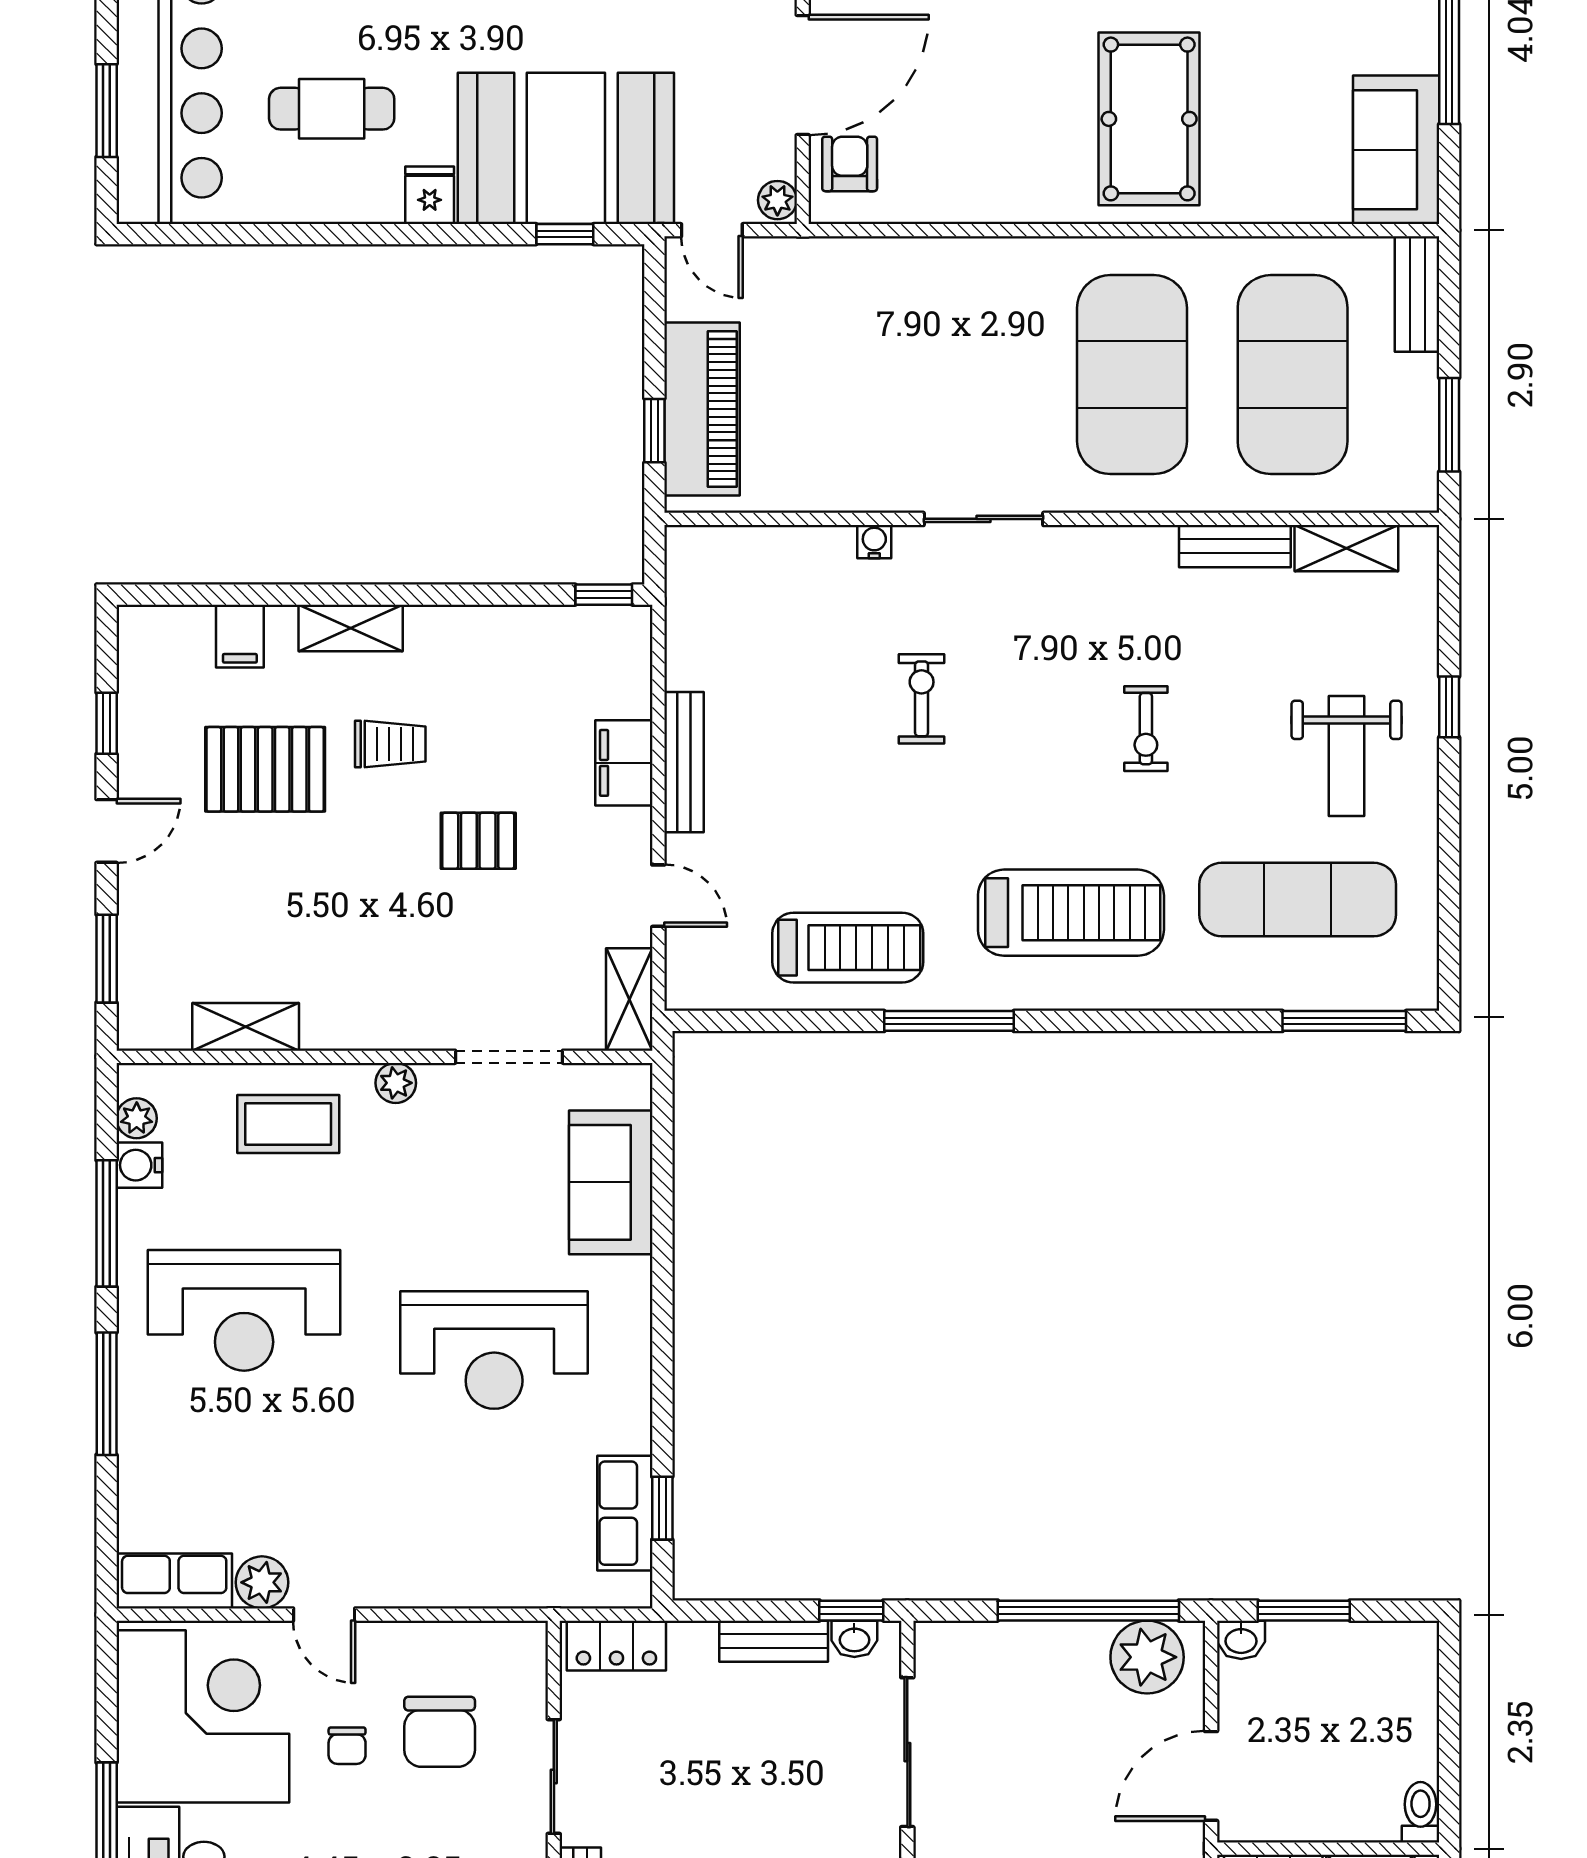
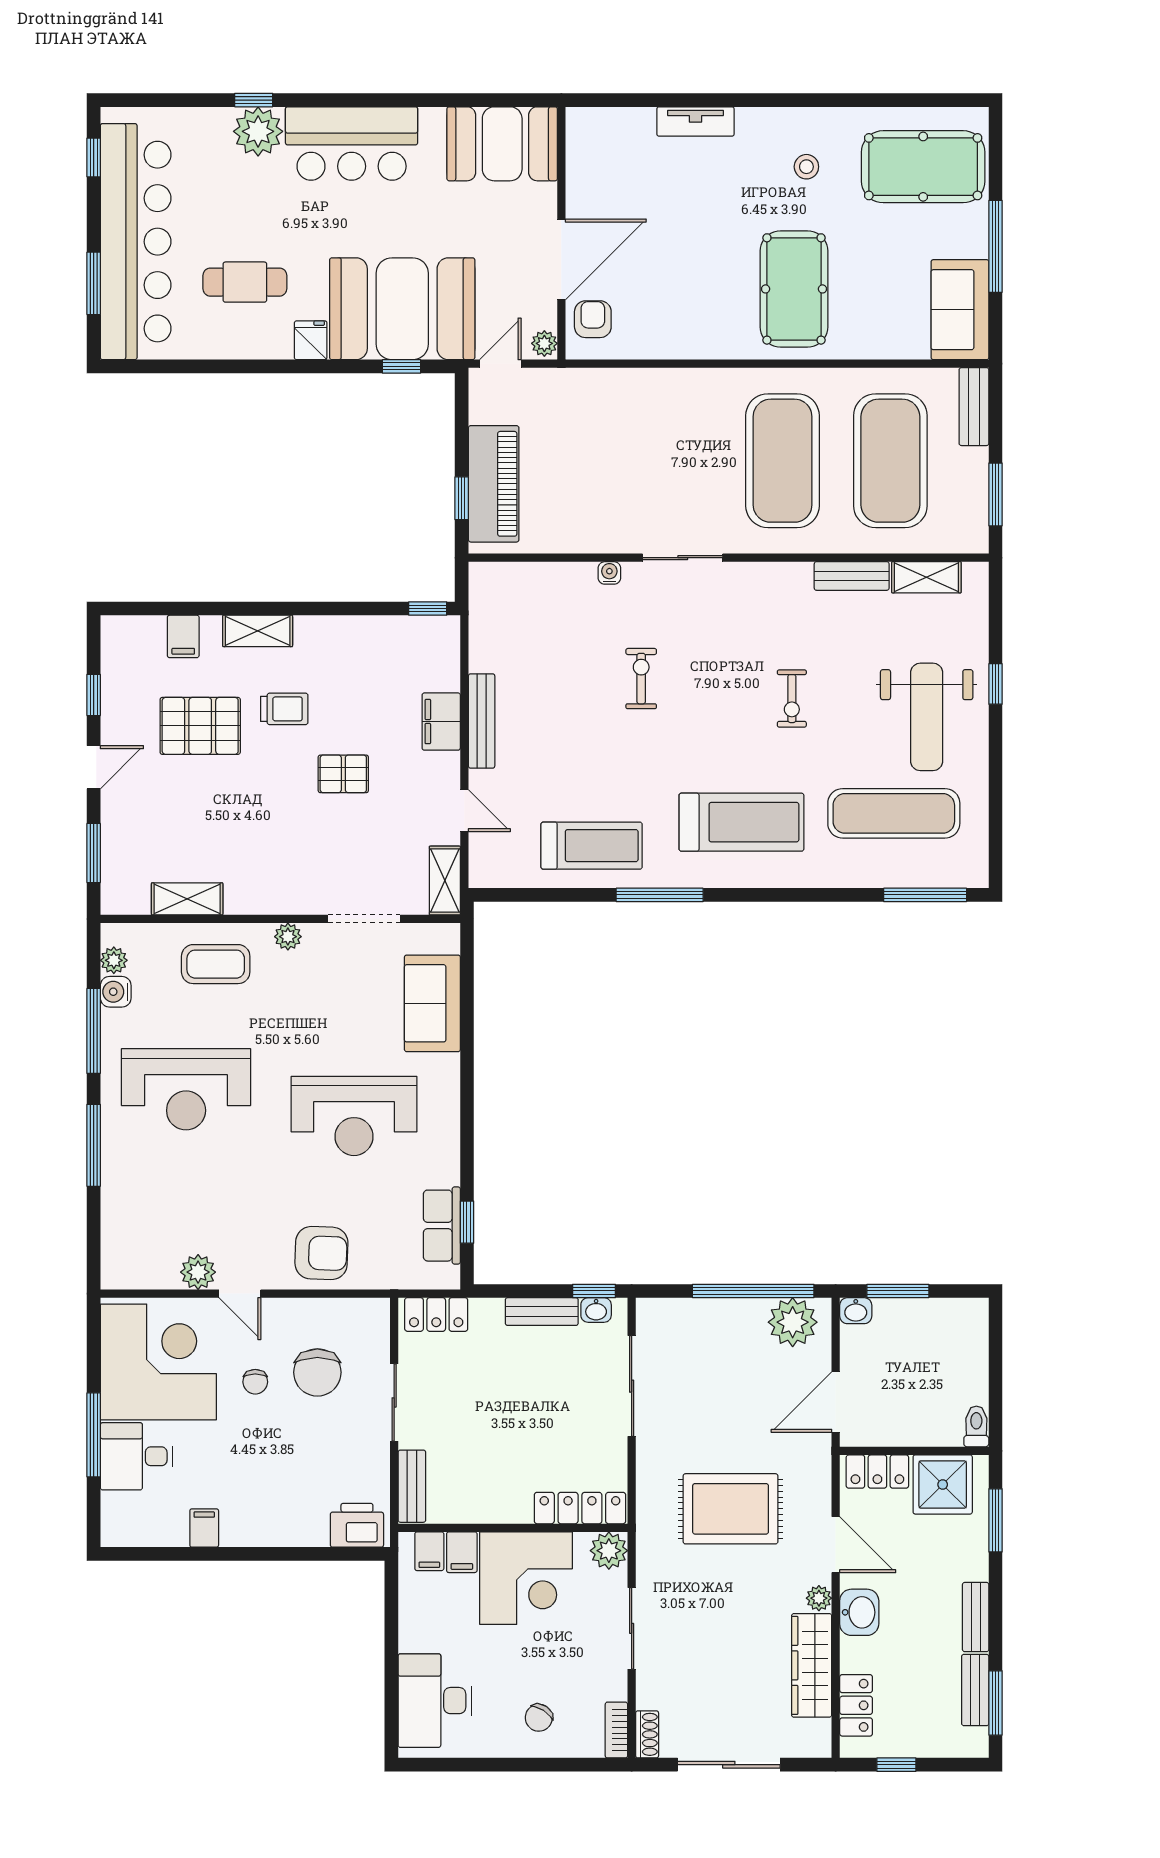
door: (712, 230) -> (500, 364), swing flipped
weight bench: (1347, 756) -> (927, 717), width x1.36, depth x1.33
armchair: (446, 1554) -> (321, 1253), added
row of seats: (174, 1581) -> (139, 1271), removed

